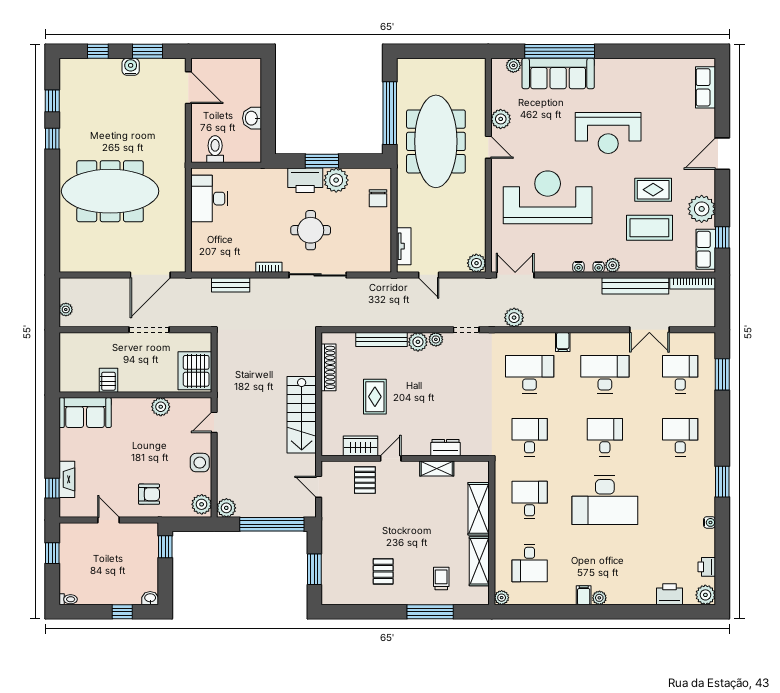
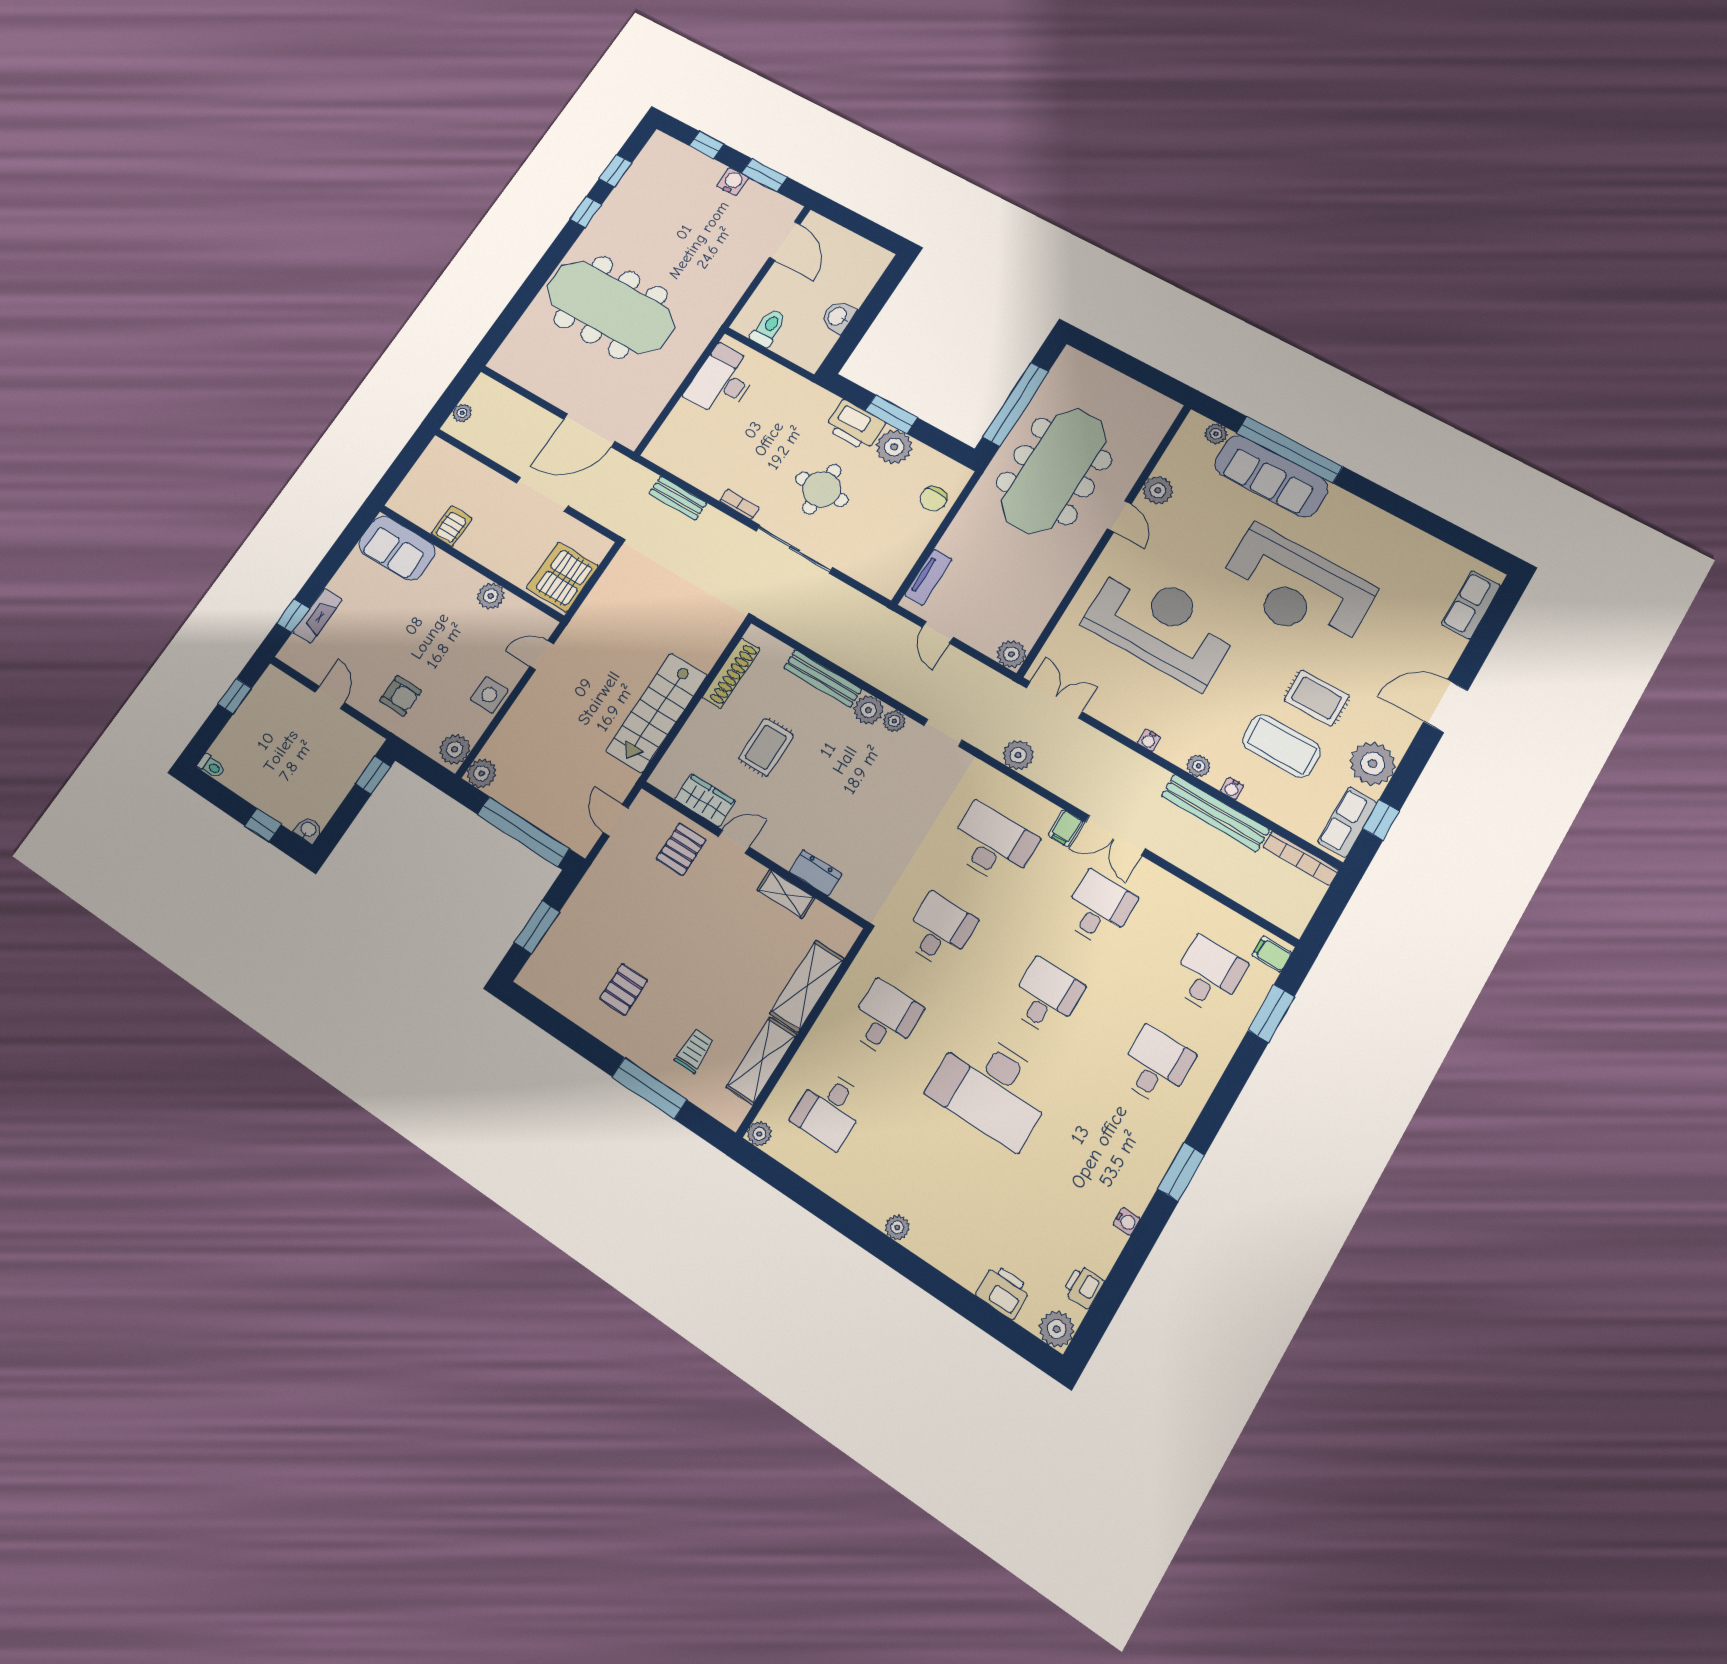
reception desk: (608, 133) -> (1296, 589), width x1.36, depth x1.30
water cooler: (599, 267) -> (1232, 788), moved
double door: (649, 330) -> (1115, 835), moved
desk: (605, 374) -> (1099, 909), width x0.73
filing cabinet: (584, 595) -> (1272, 954), moved, turned -90

